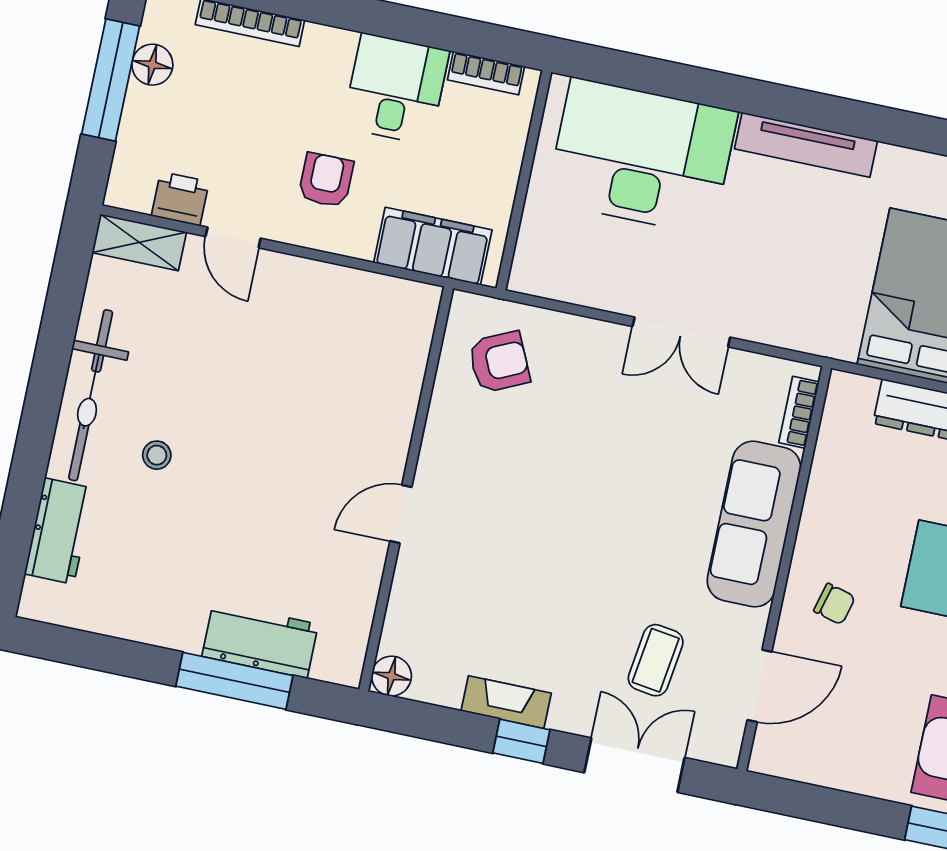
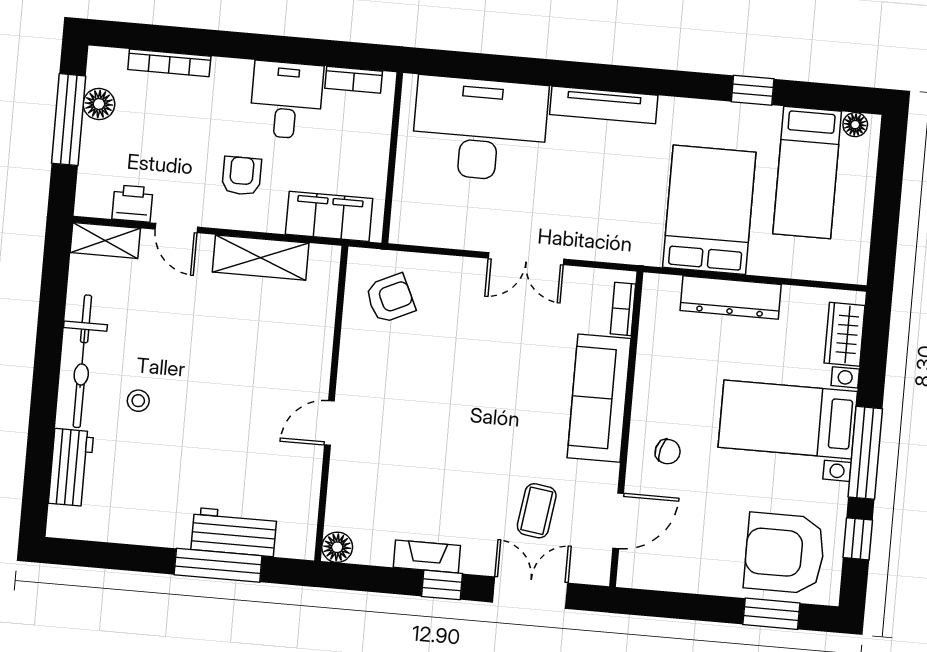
shelving: (338, 289) -> (261, 258), added

